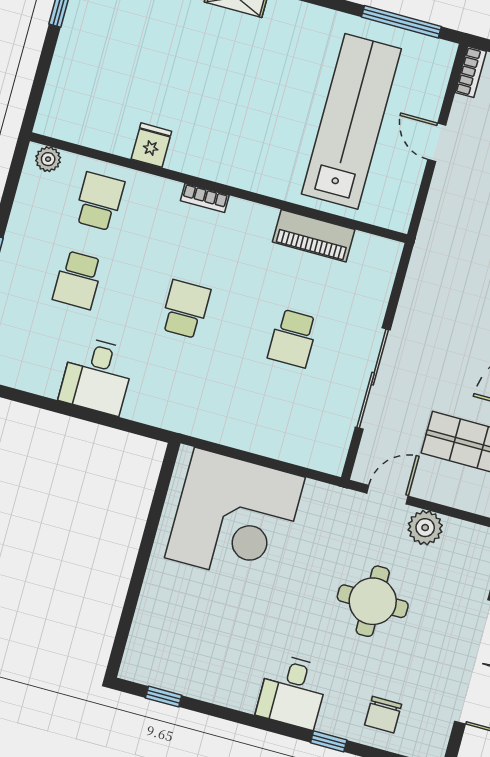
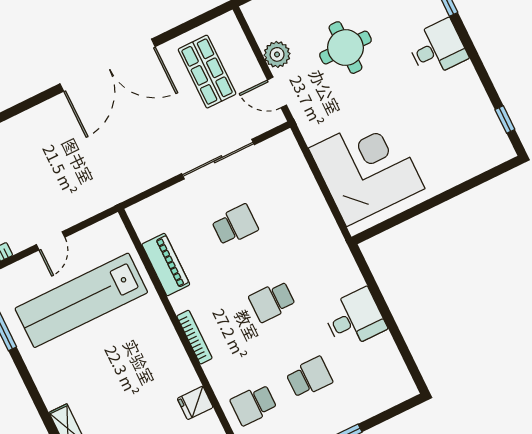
bookcase: (205, 198) -> (194, 337), width x1.56

